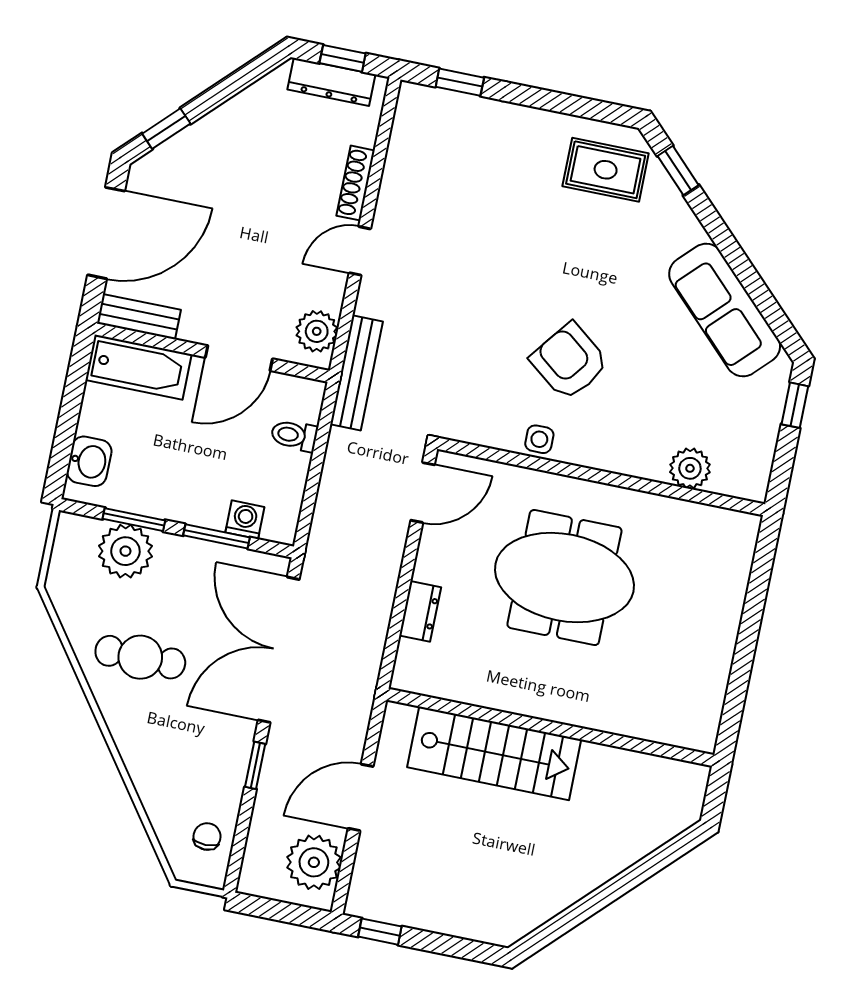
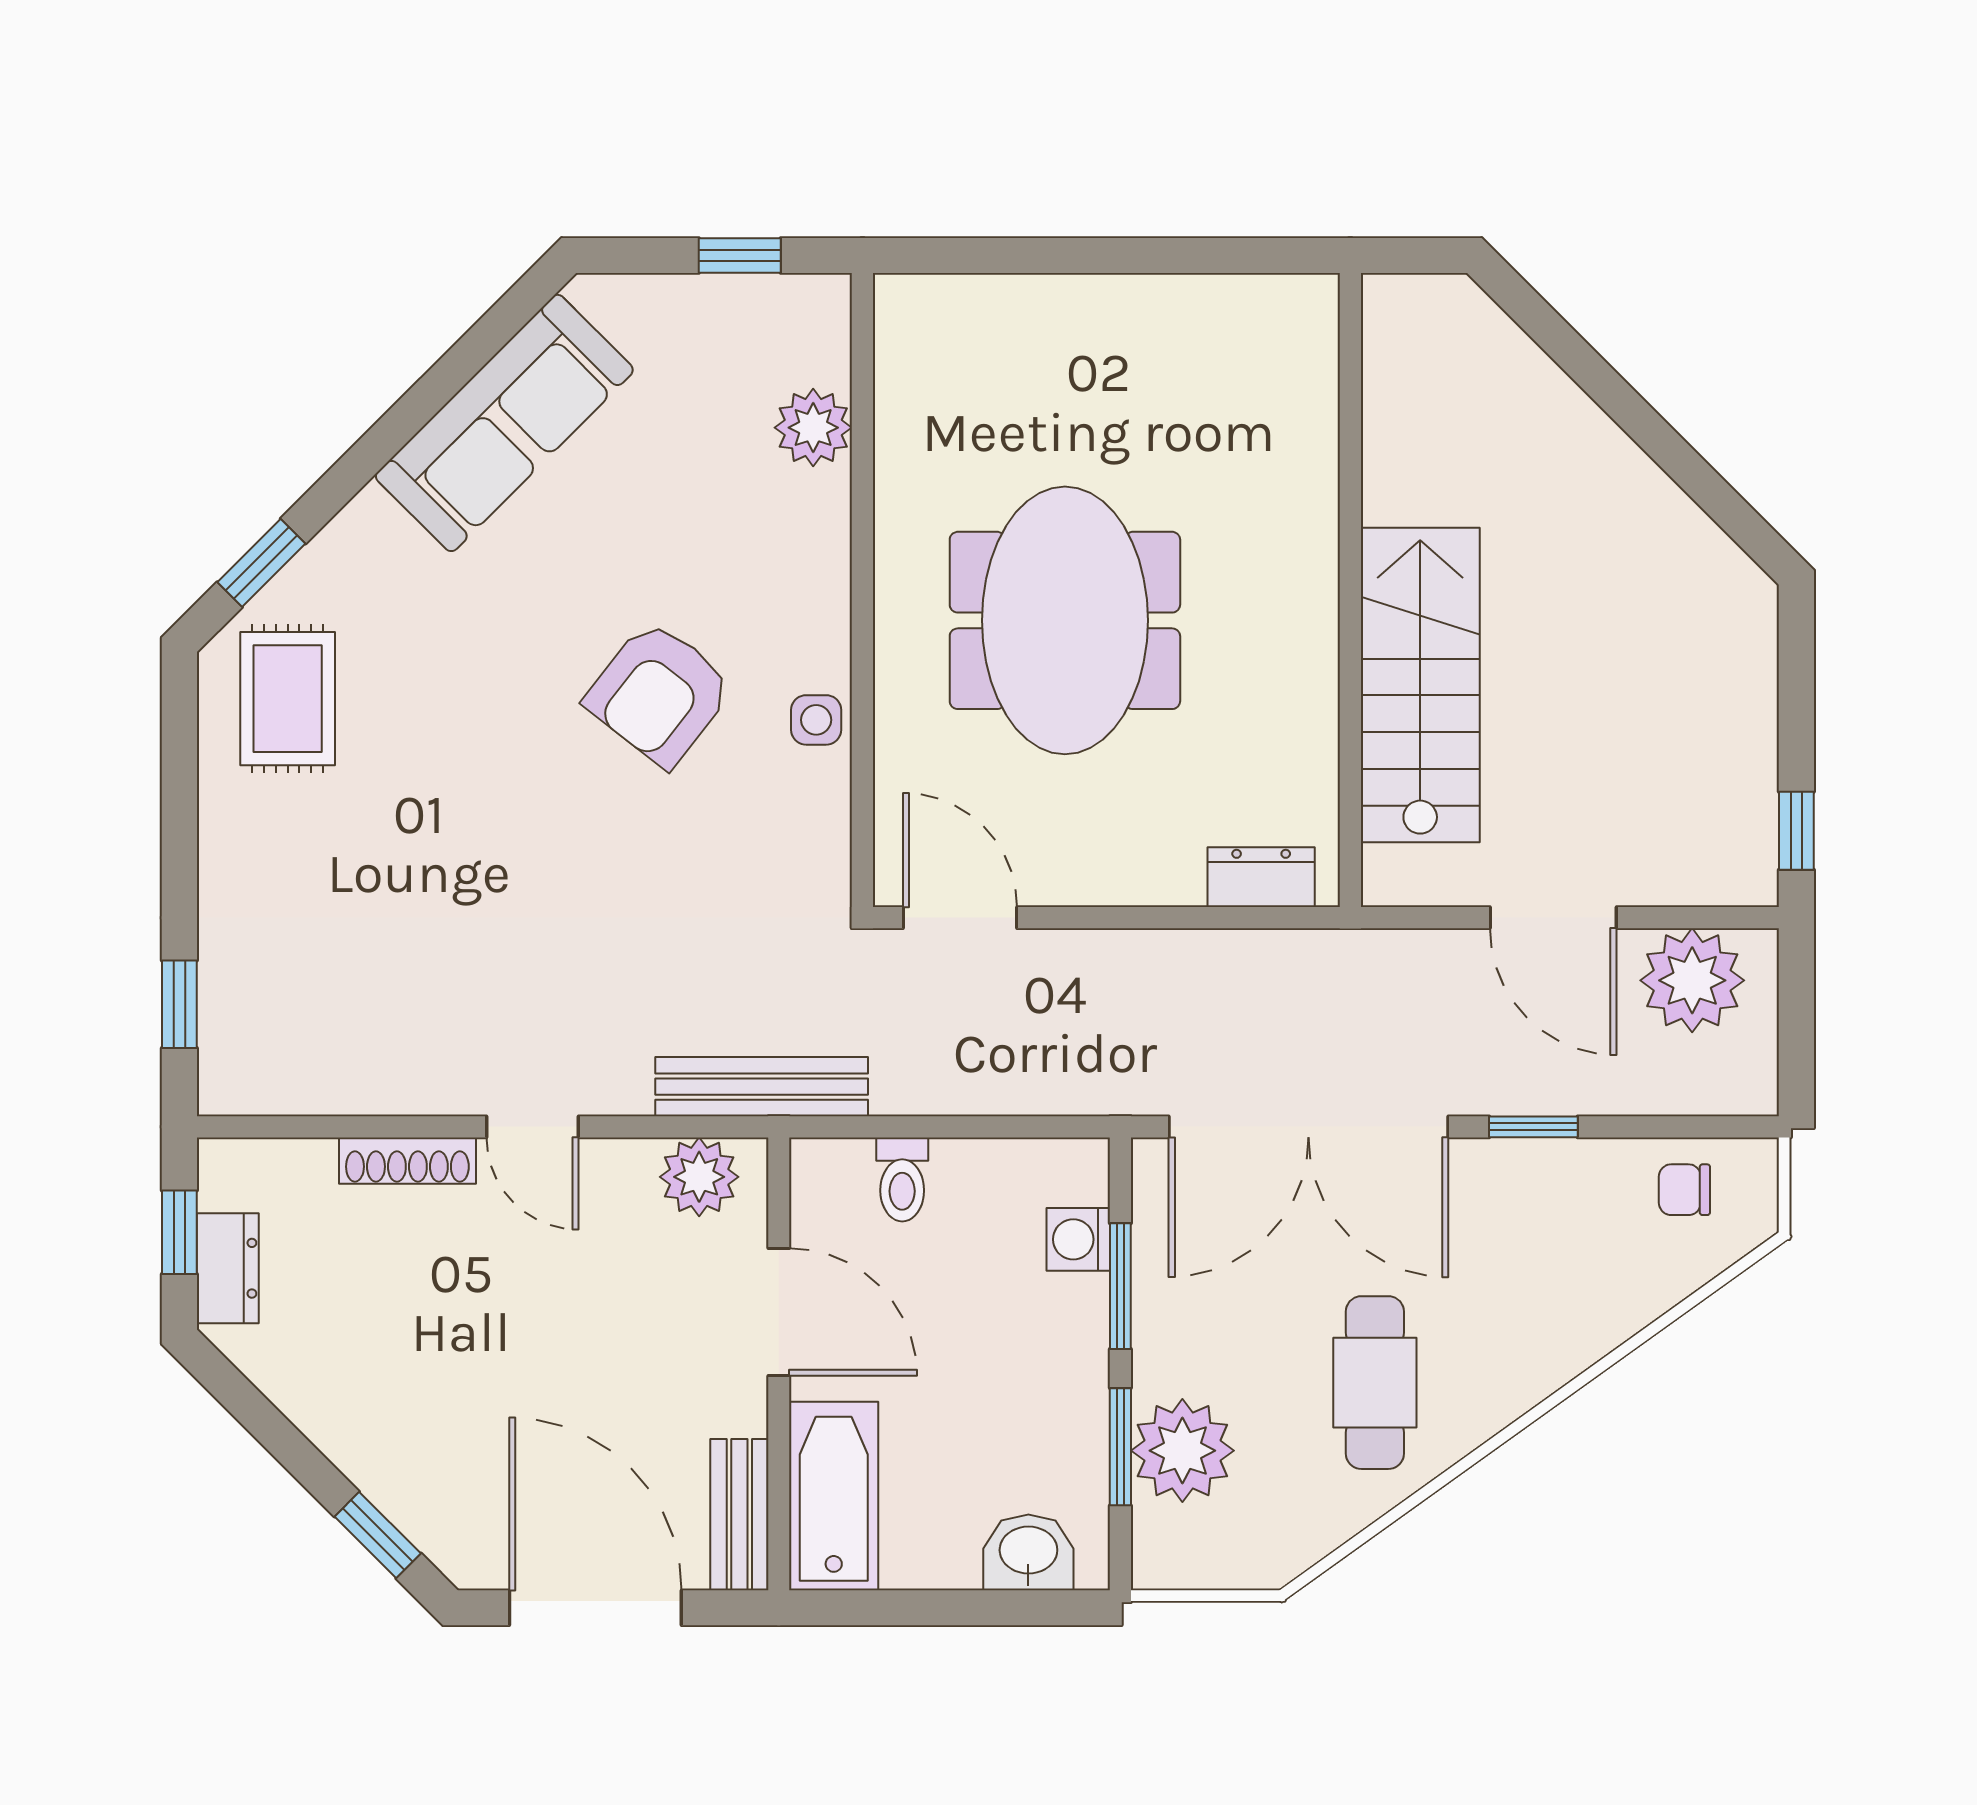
dresser: (331, 82) -> (228, 1268), width x0.70
window: (795, 405) -> (740, 256), moved
dresser: (420, 611) -> (1261, 877), moved

